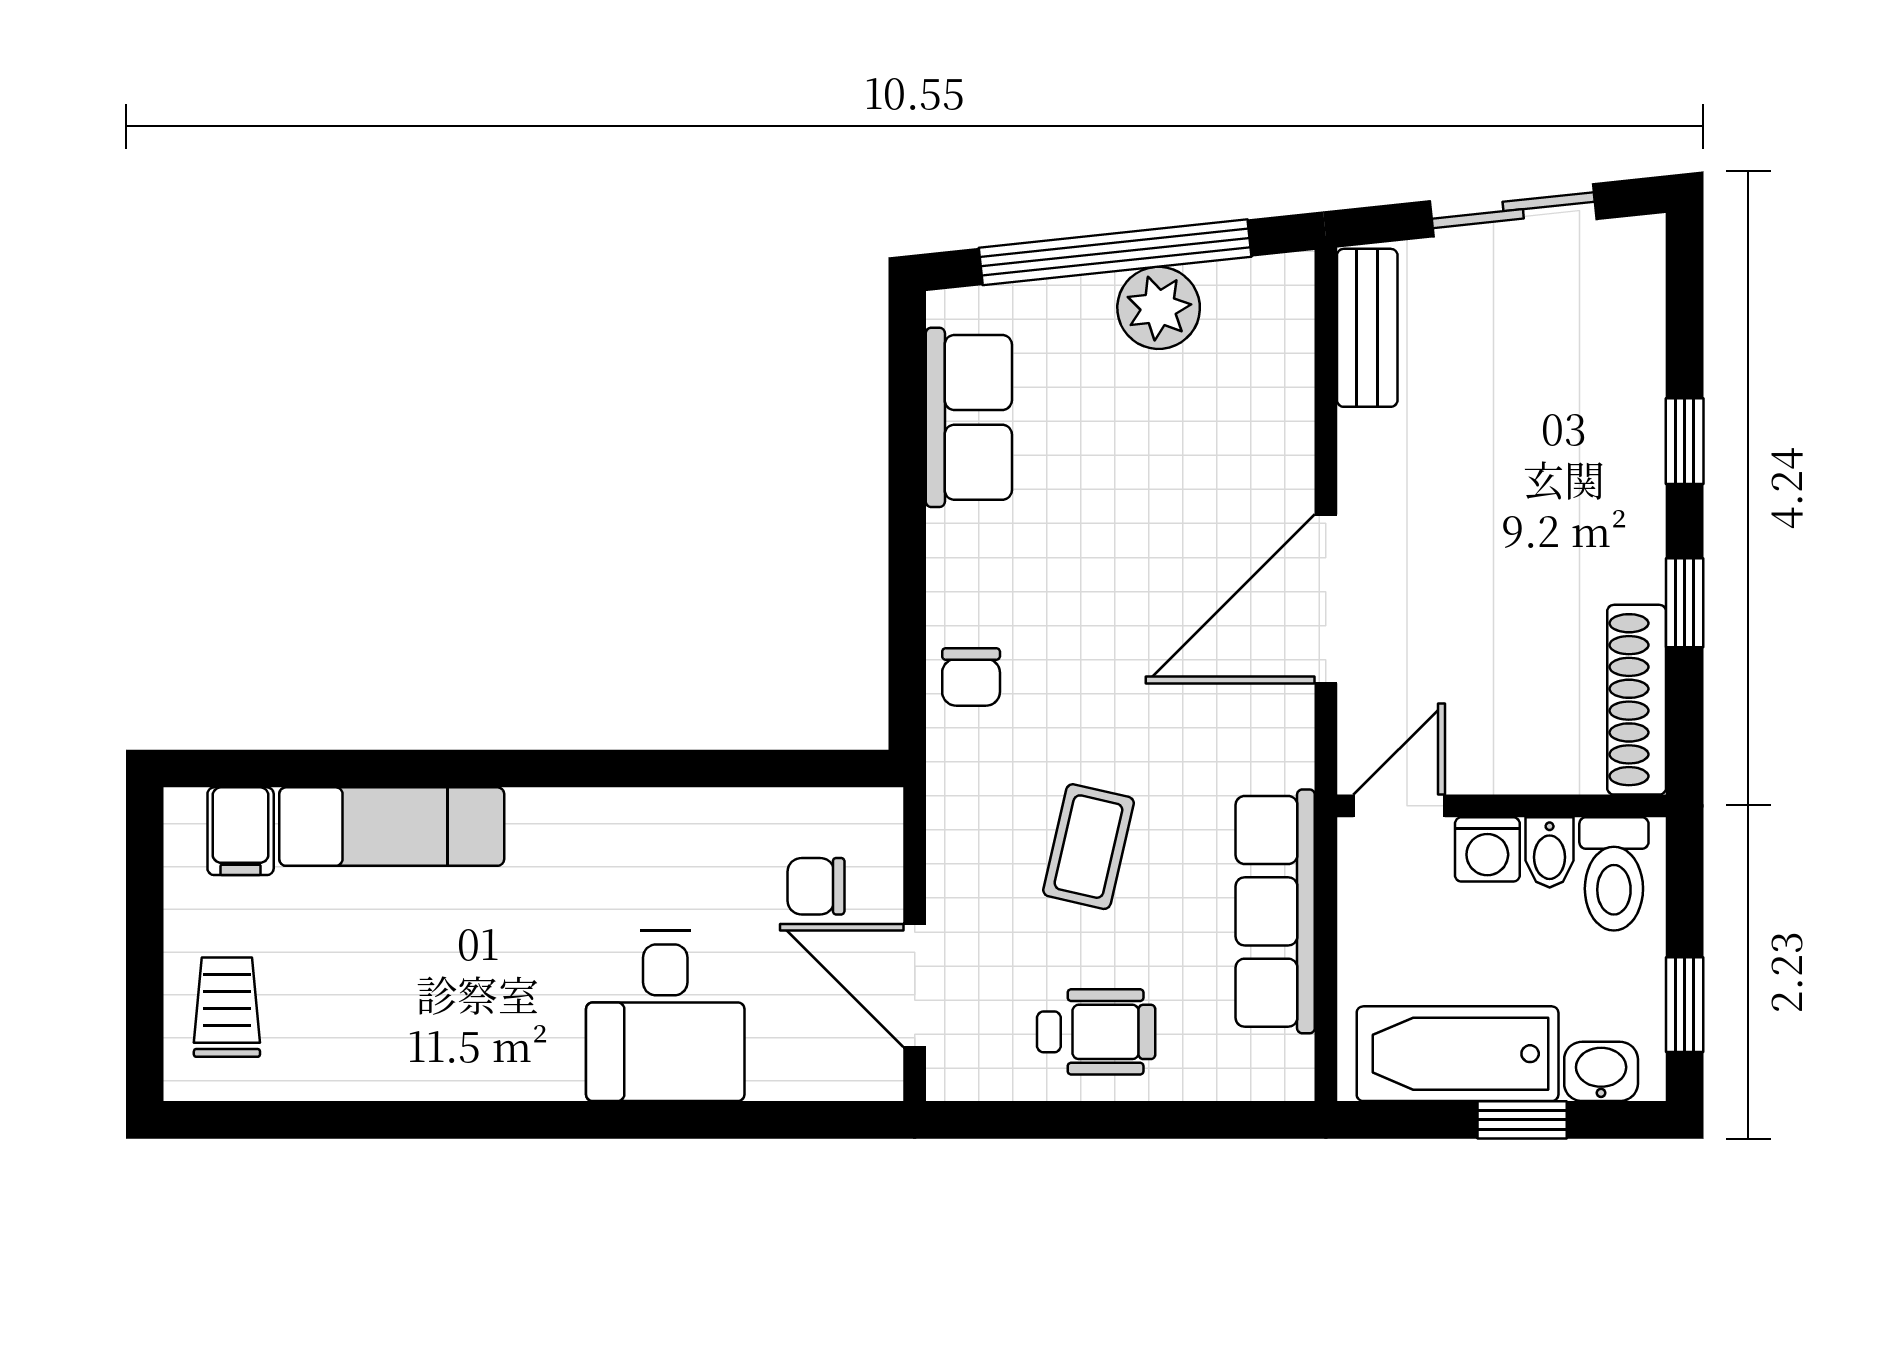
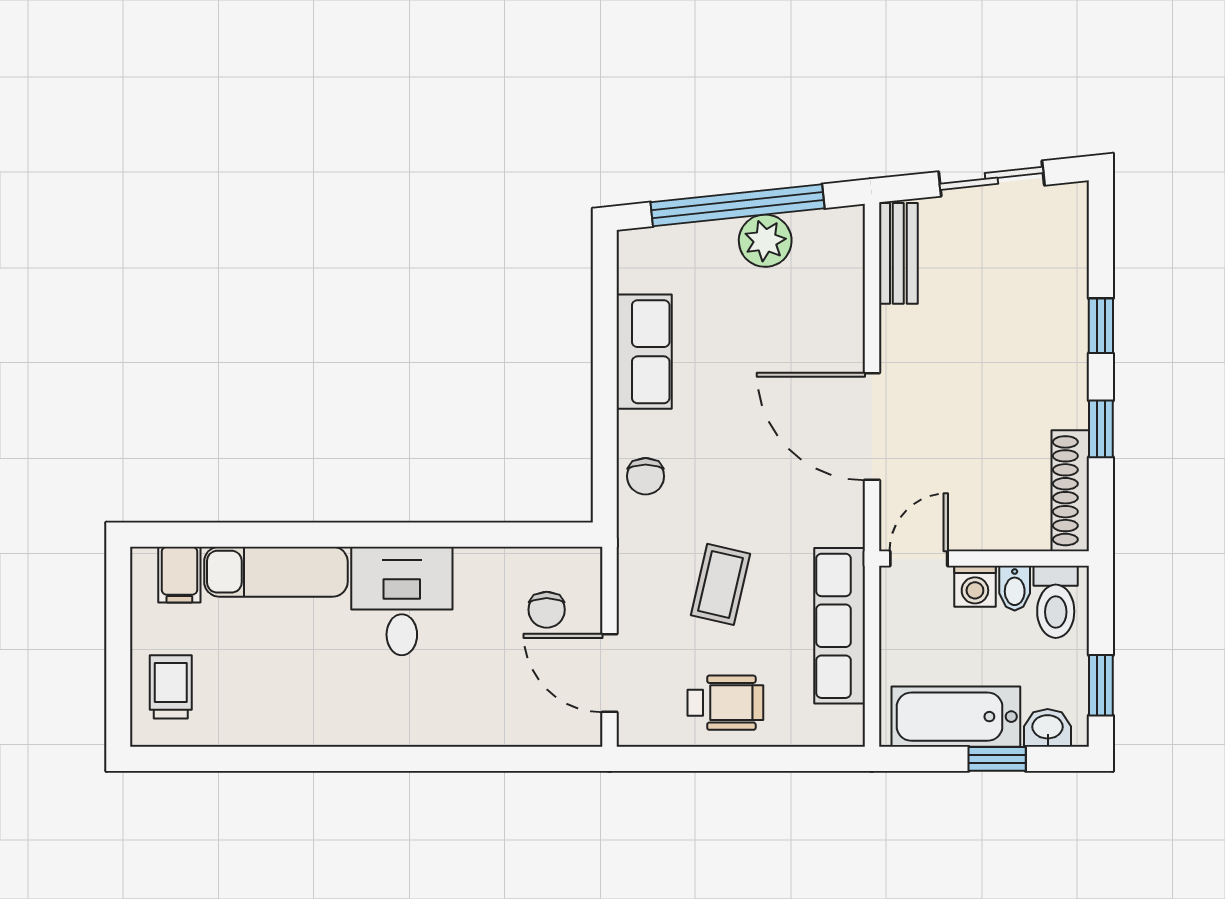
row of seats: (969, 417) -> (644, 352), moved
door: (1326, 599) -> (872, 426), hinge flipped
chair: (816, 886) -> (547, 610), turned -90
desk: (665, 1016) -> (402, 601), moved, turned 180

